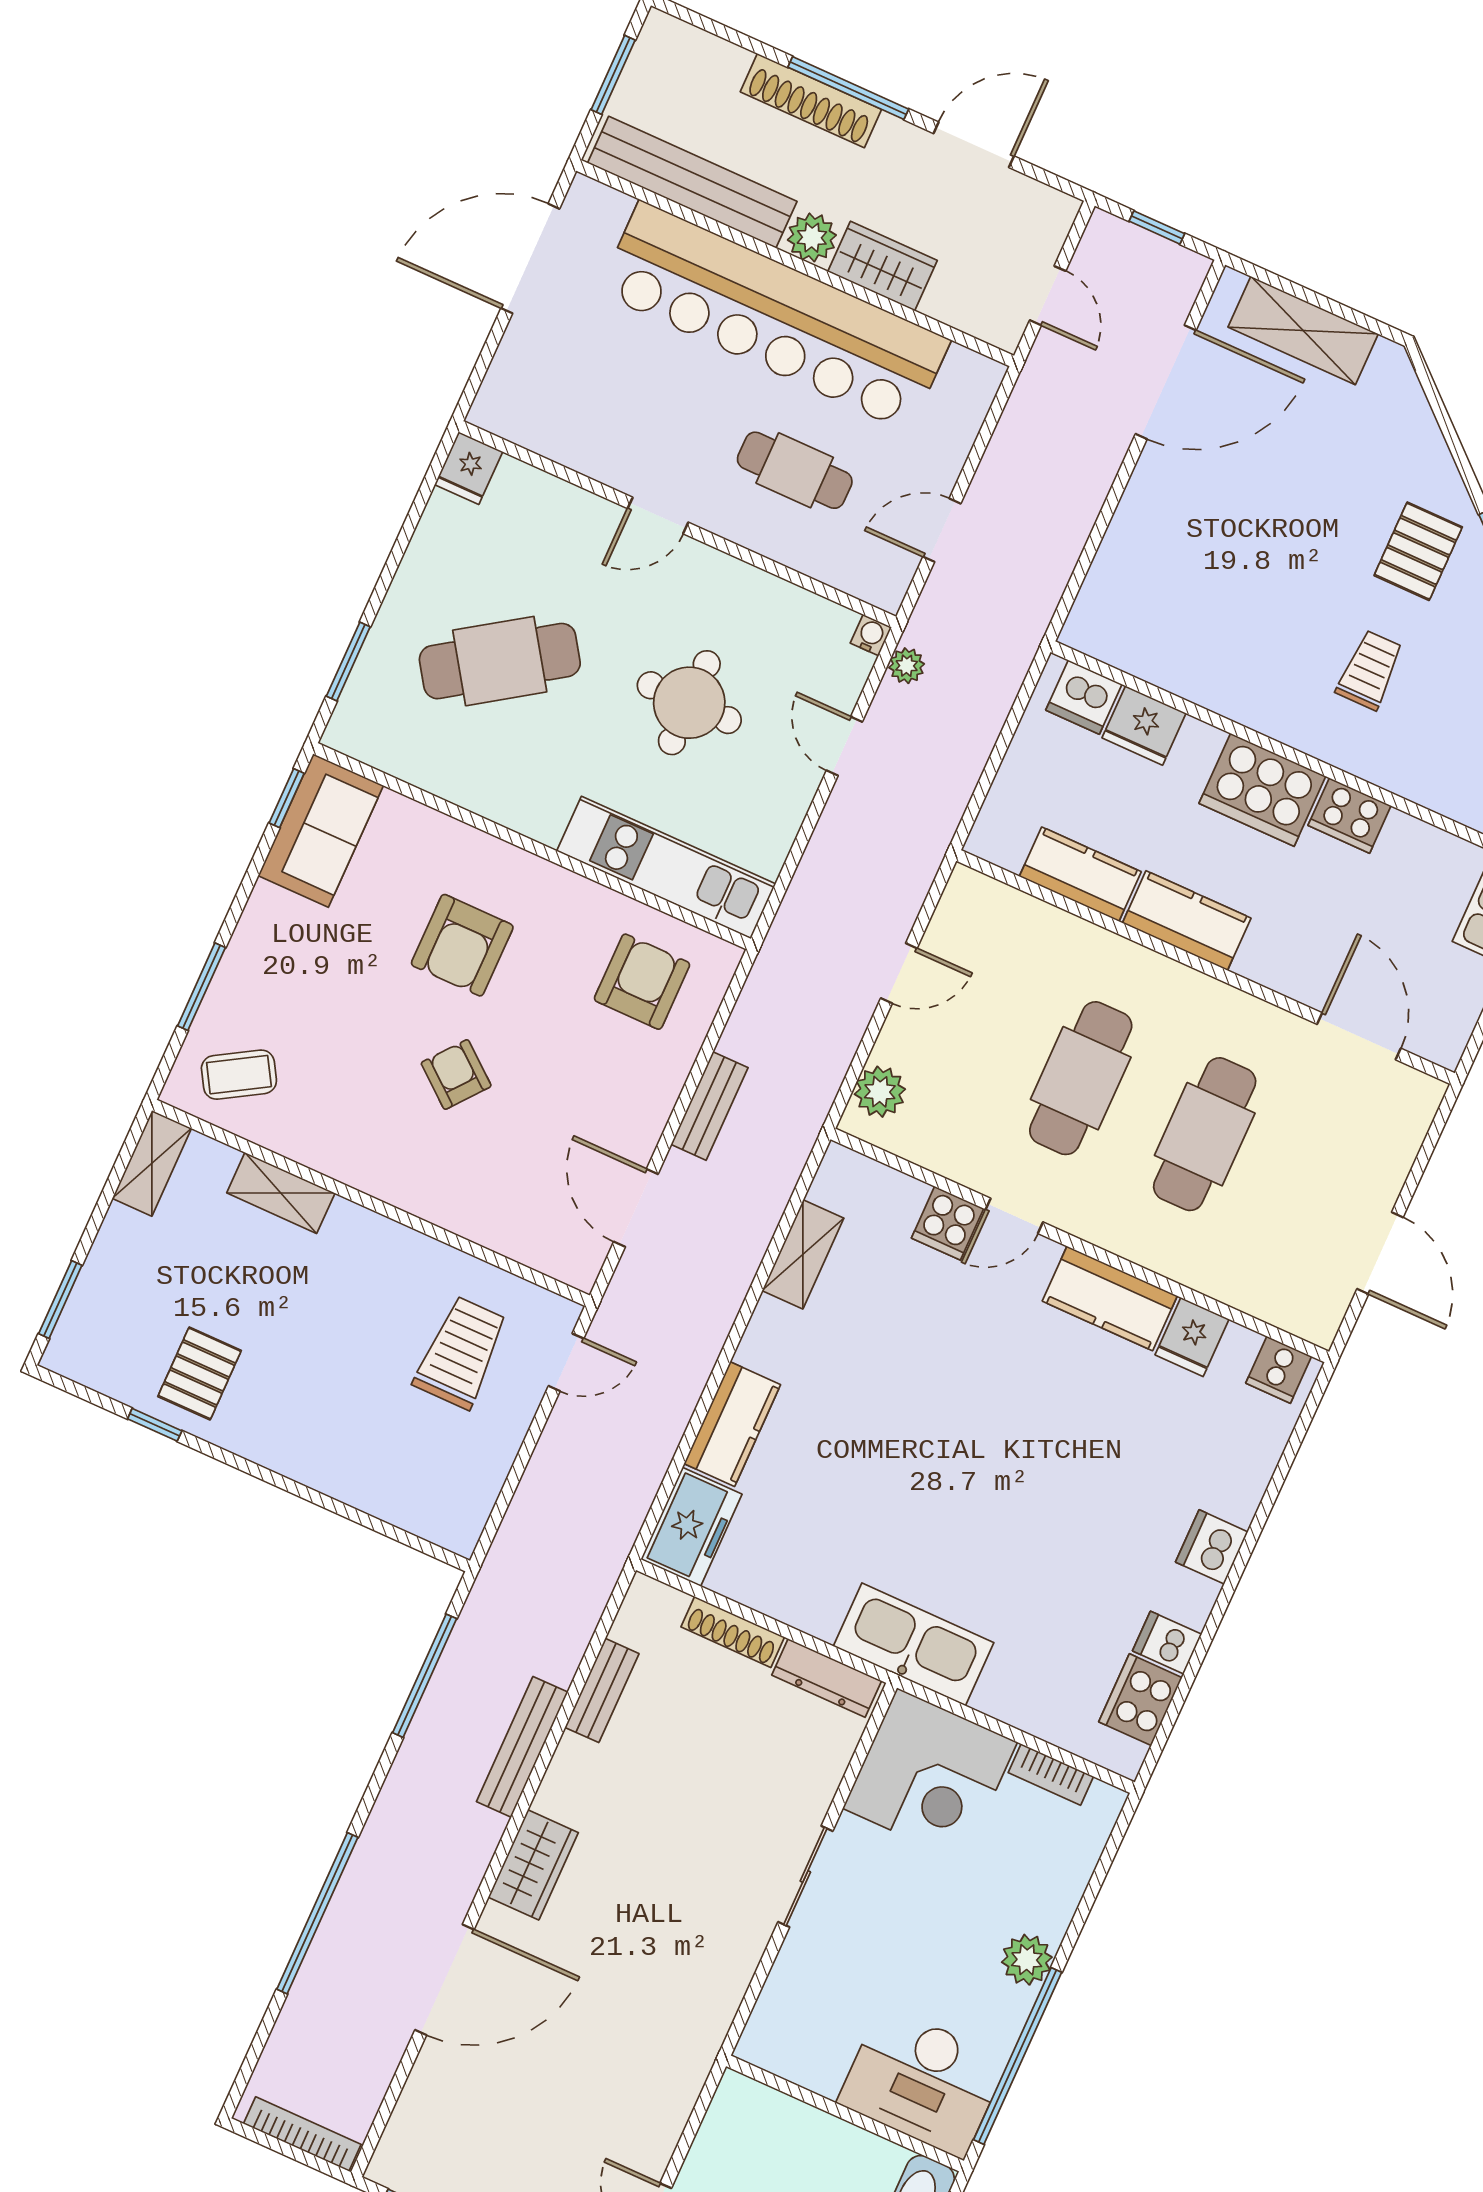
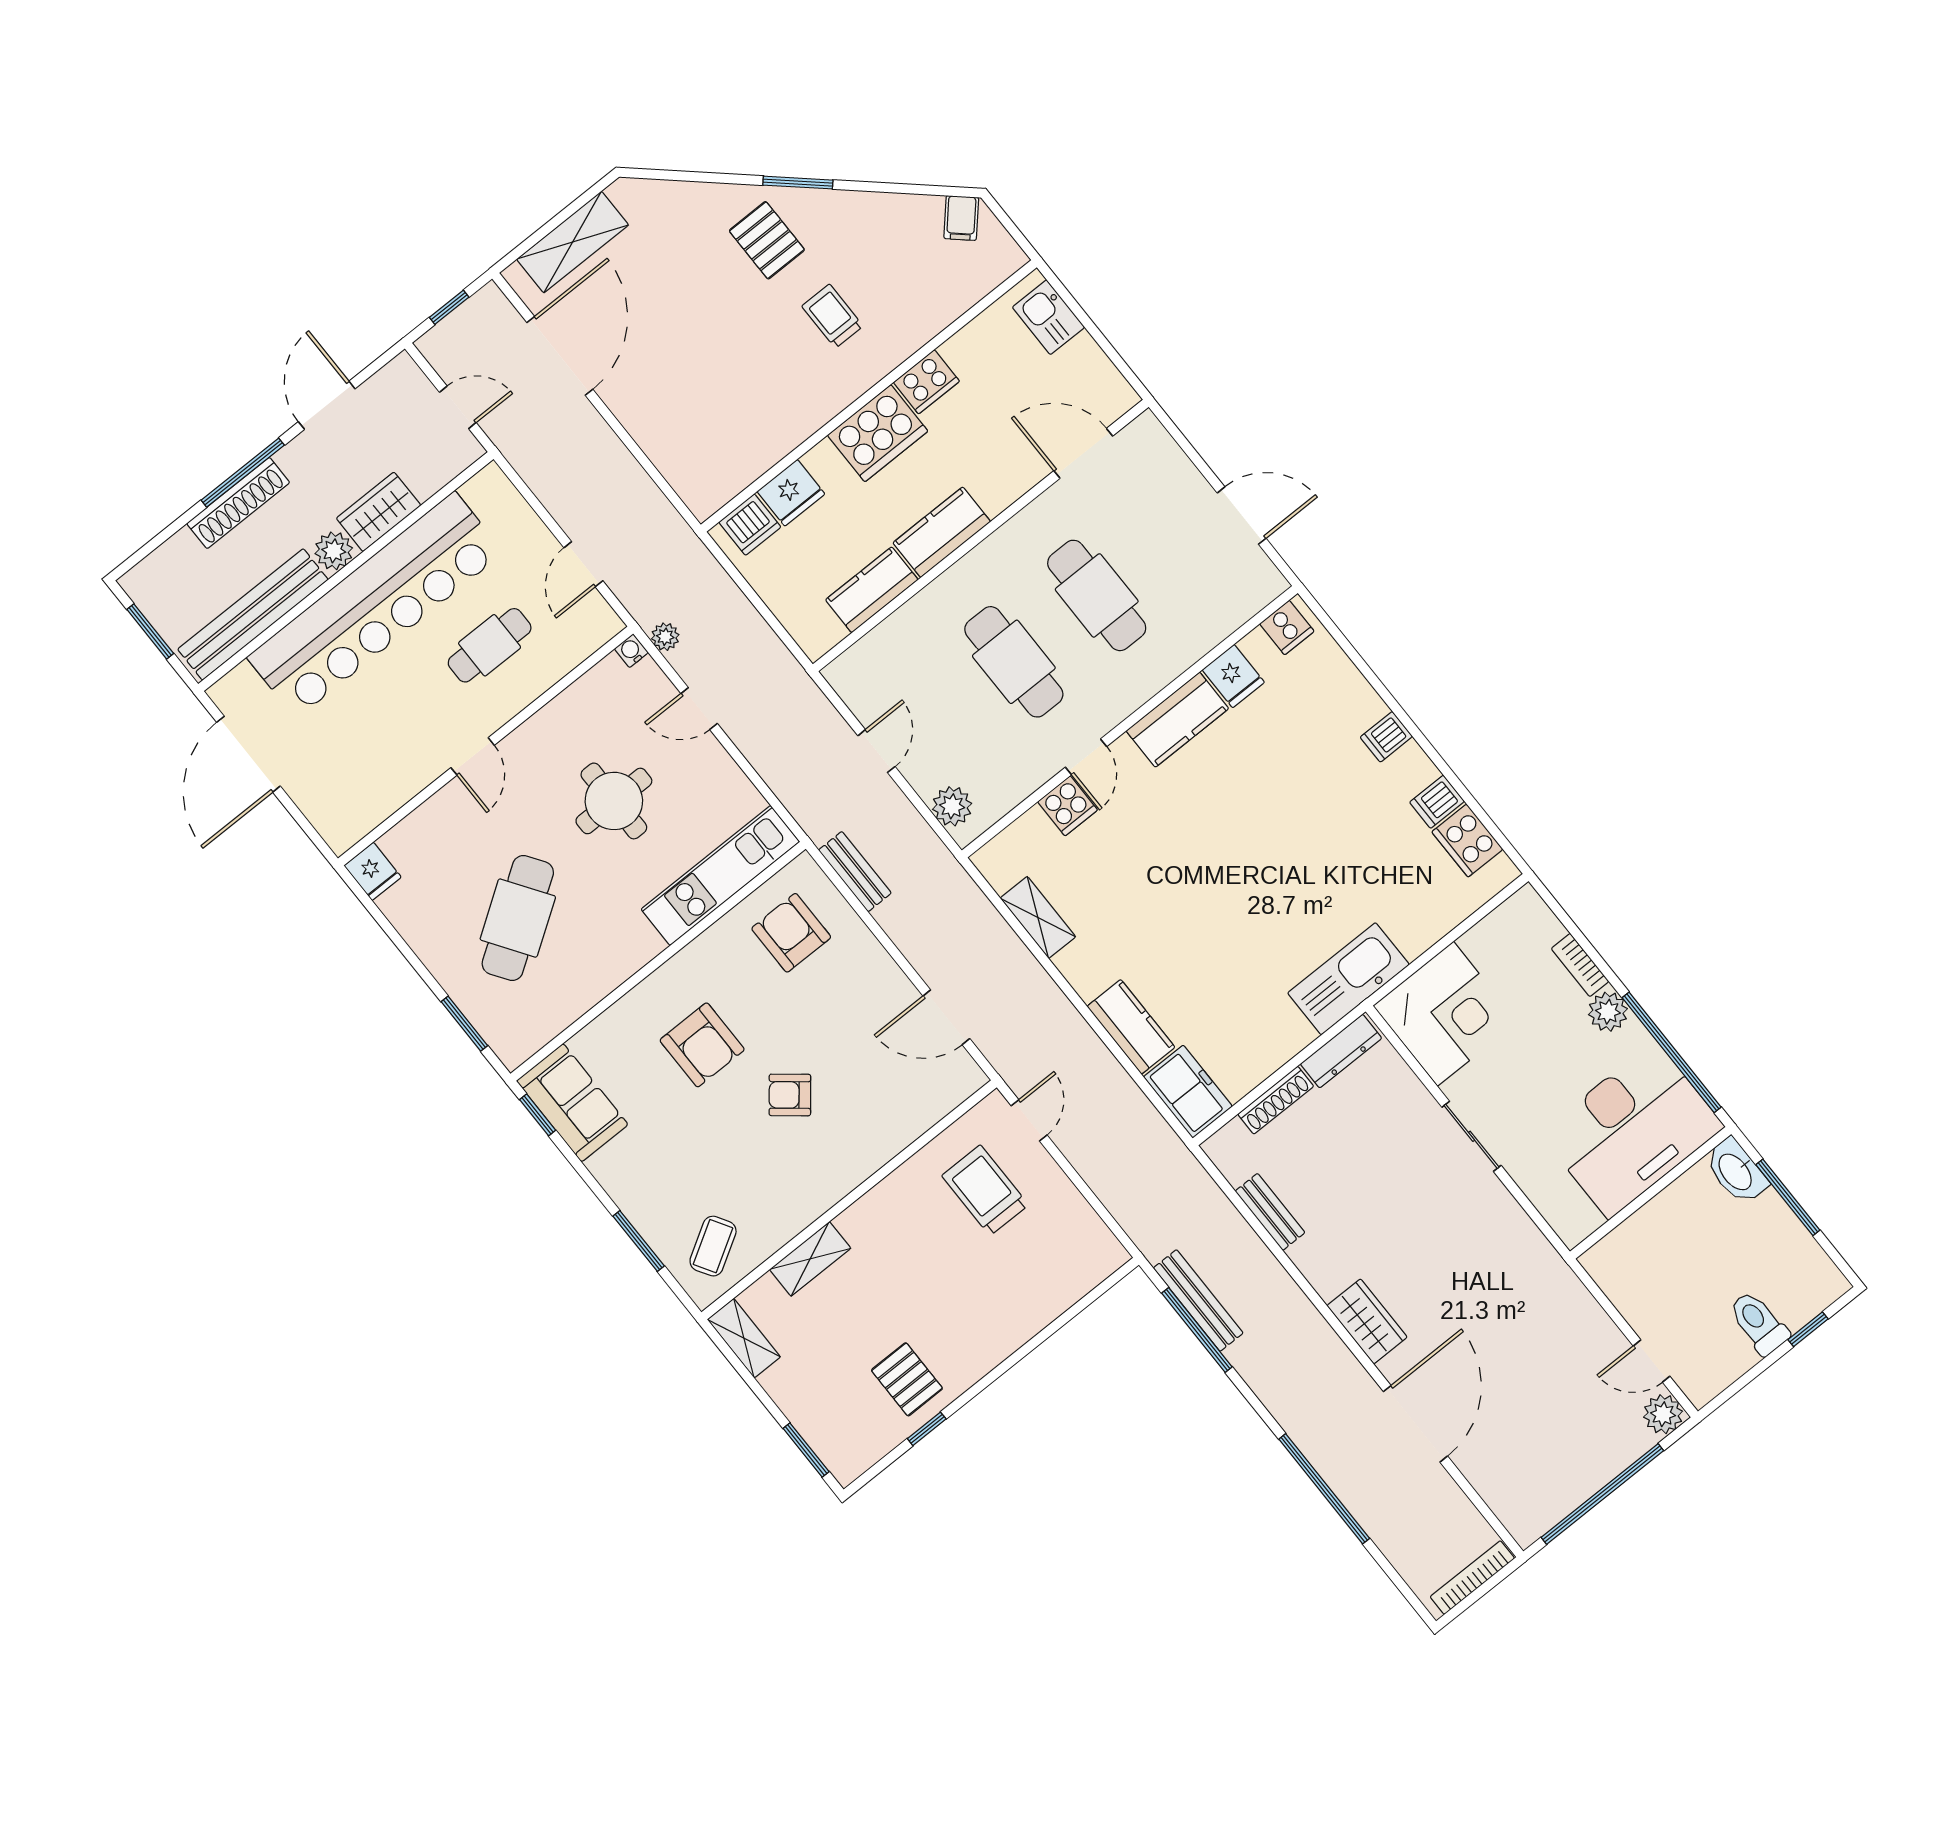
bench: (709, 1106) -> (855, 872), moved
dishwasher: (1212, 1547) -> (1386, 737), width x0.73
bench: (522, 1747) -> (1198, 1300), moved
bookcase: (1051, 1775) -> (1580, 965), moved, turned 90
desk: (922, 2081) -> (1632, 1130), width x1.36, depth x1.30

